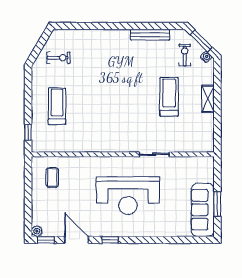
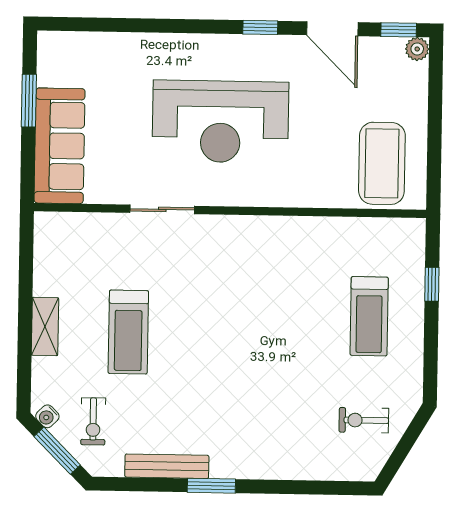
window: (129, 26) -> (211, 486), added
window: (28, 132) -> (432, 284), moved
coffee table: (52, 178) -> (382, 163), width x1.86, depth x1.72
reception desk: (128, 196) -> (220, 122), turned 180
sofa: (203, 210) -> (60, 146), moved

